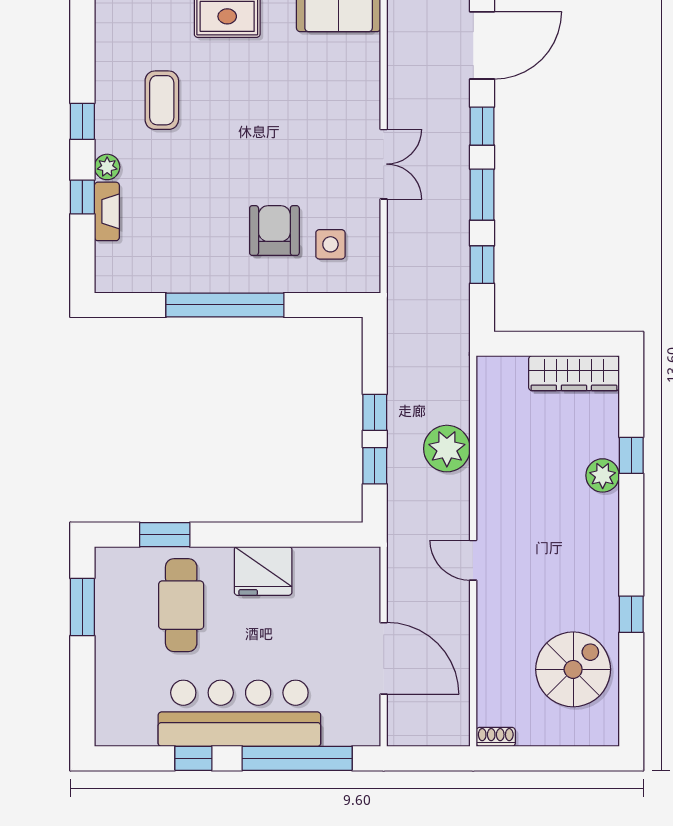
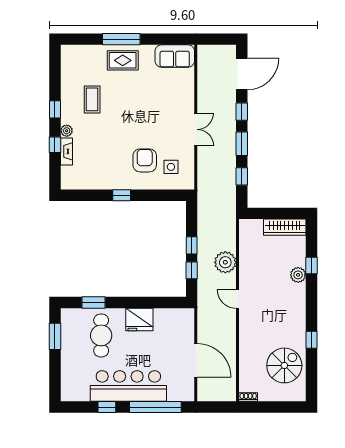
window: (225, 305) -> (122, 195), width x0.32
door: (473, 560) -> (238, 299), moved

